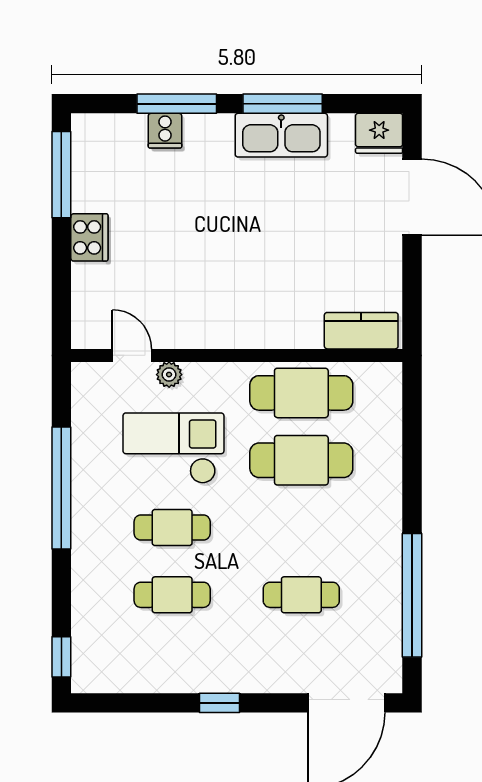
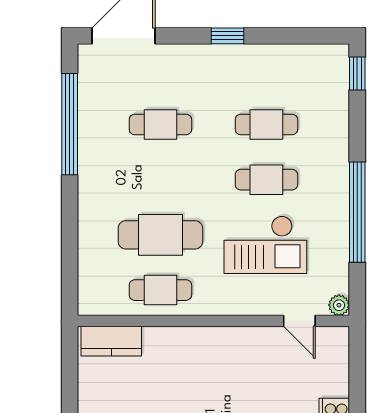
plant: (169, 375) -> (339, 305), moved
cafe table: (301, 393) -> (160, 290), width x0.73, depth x0.74

